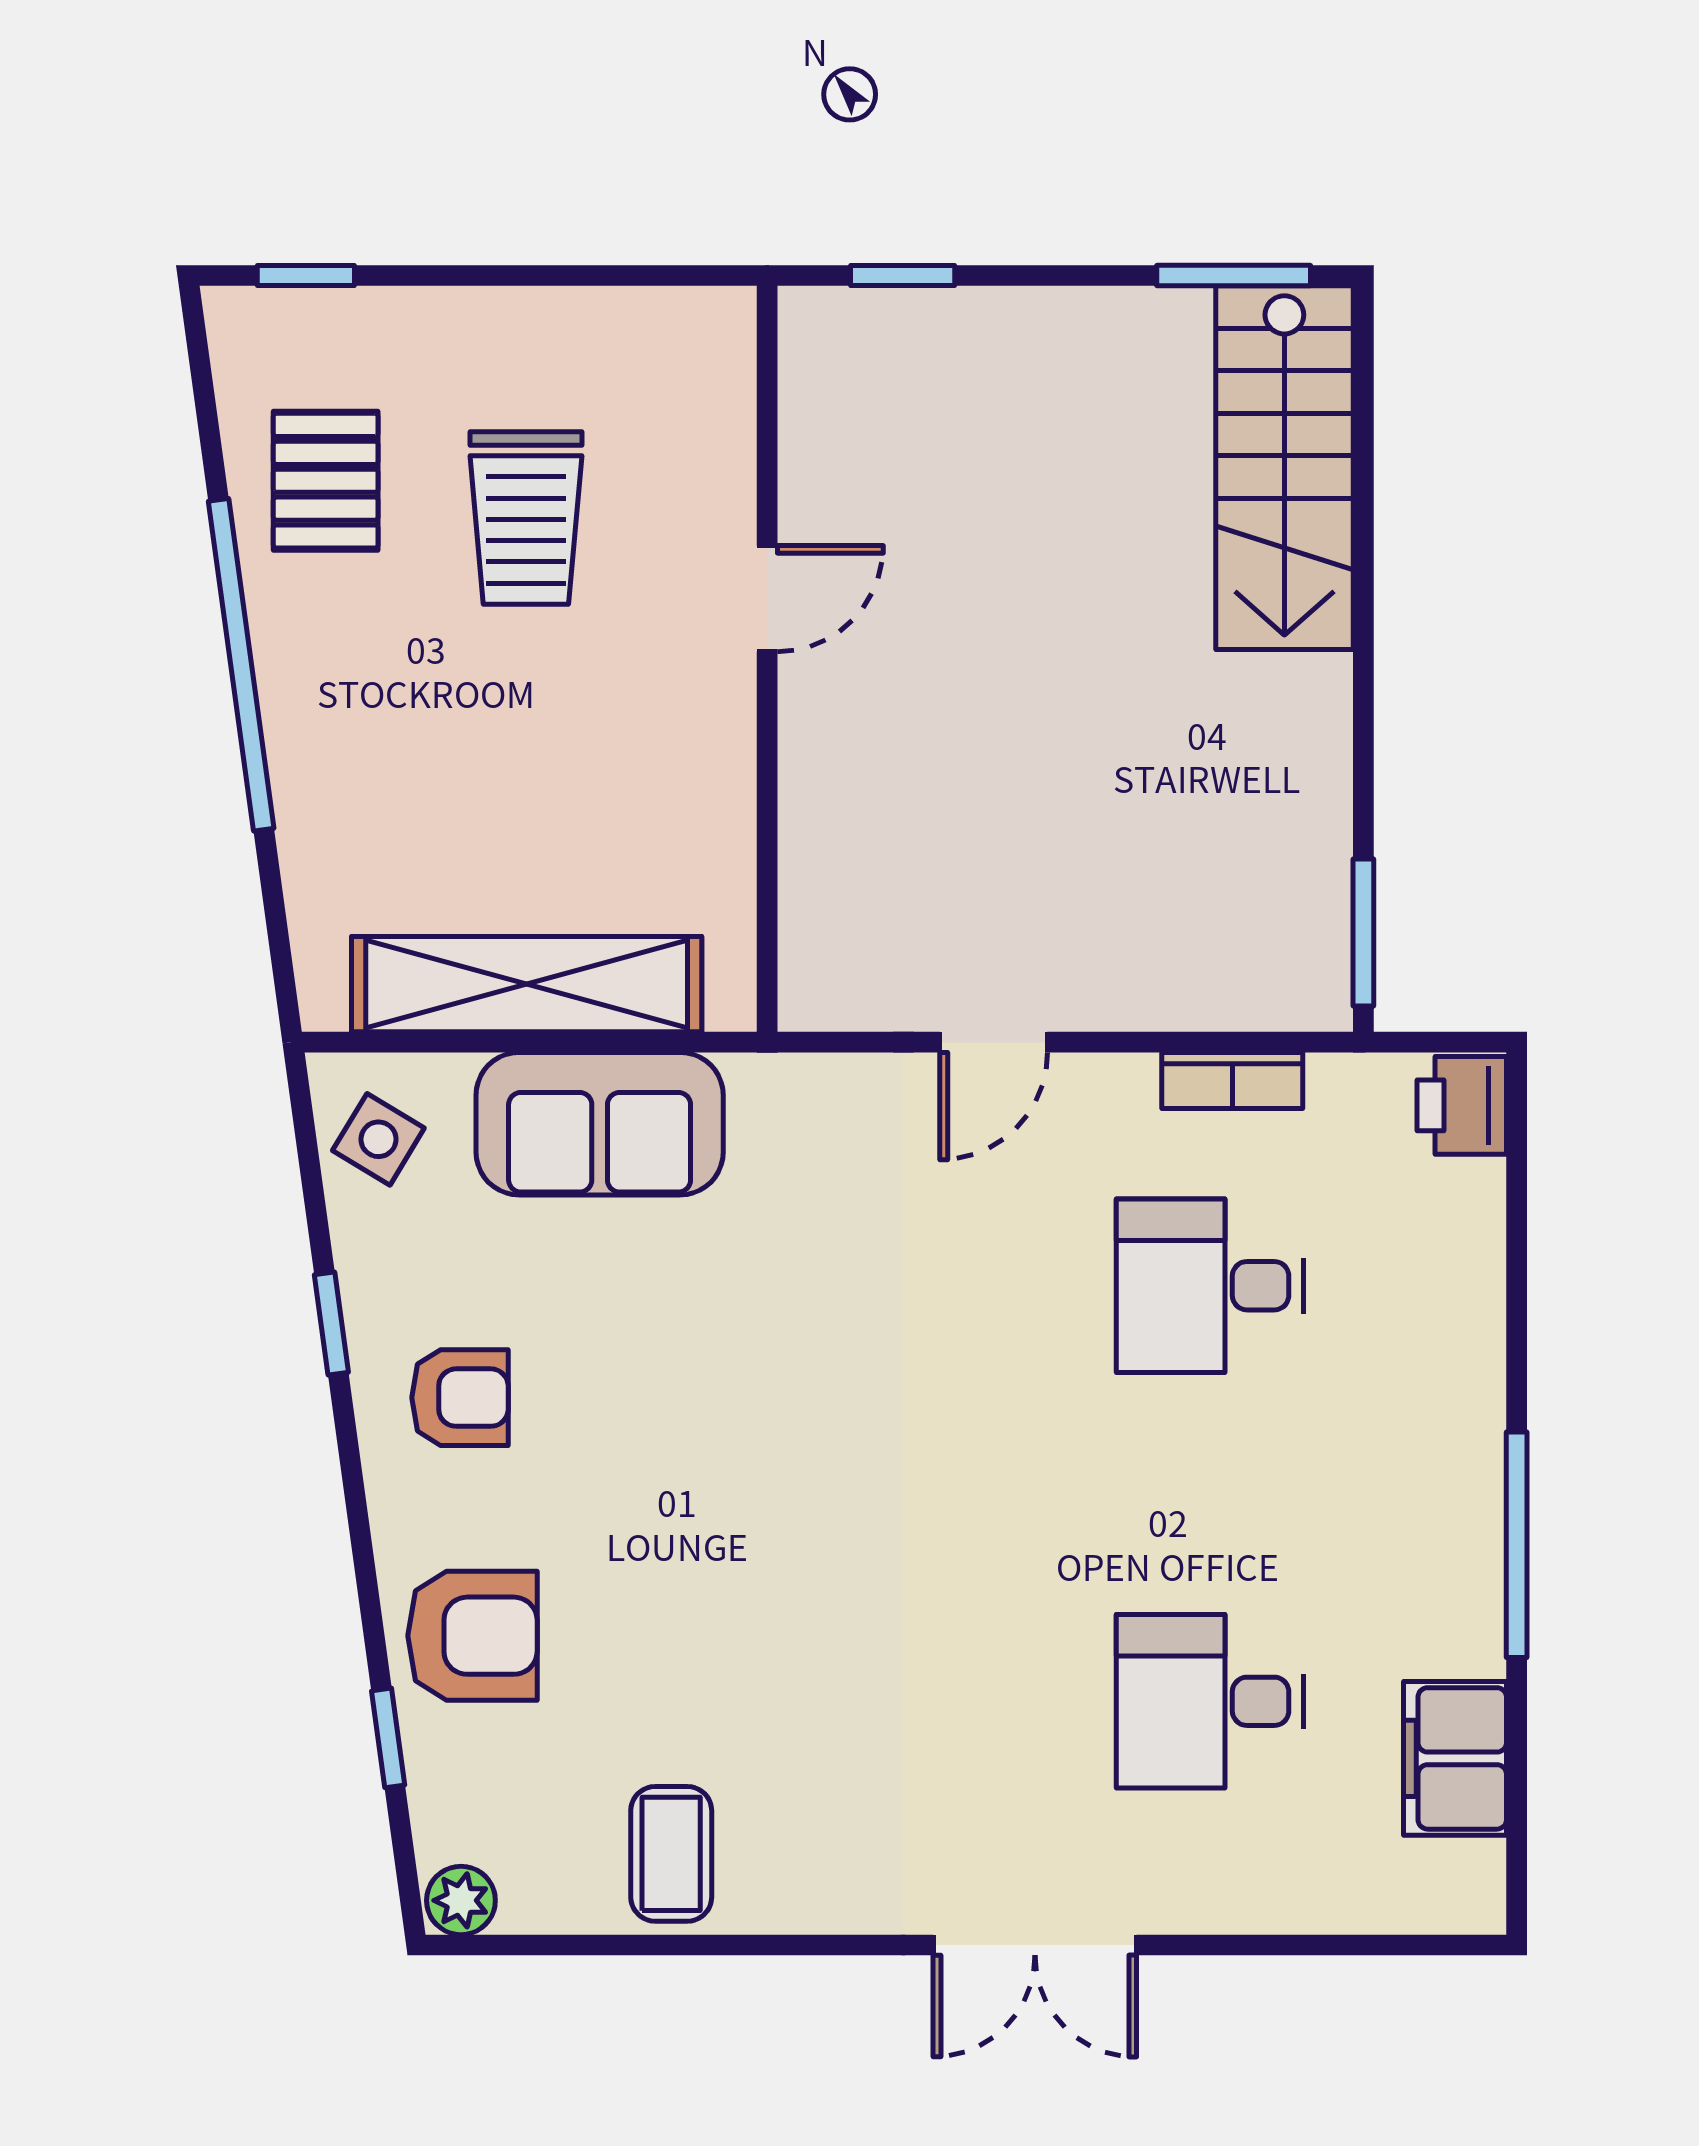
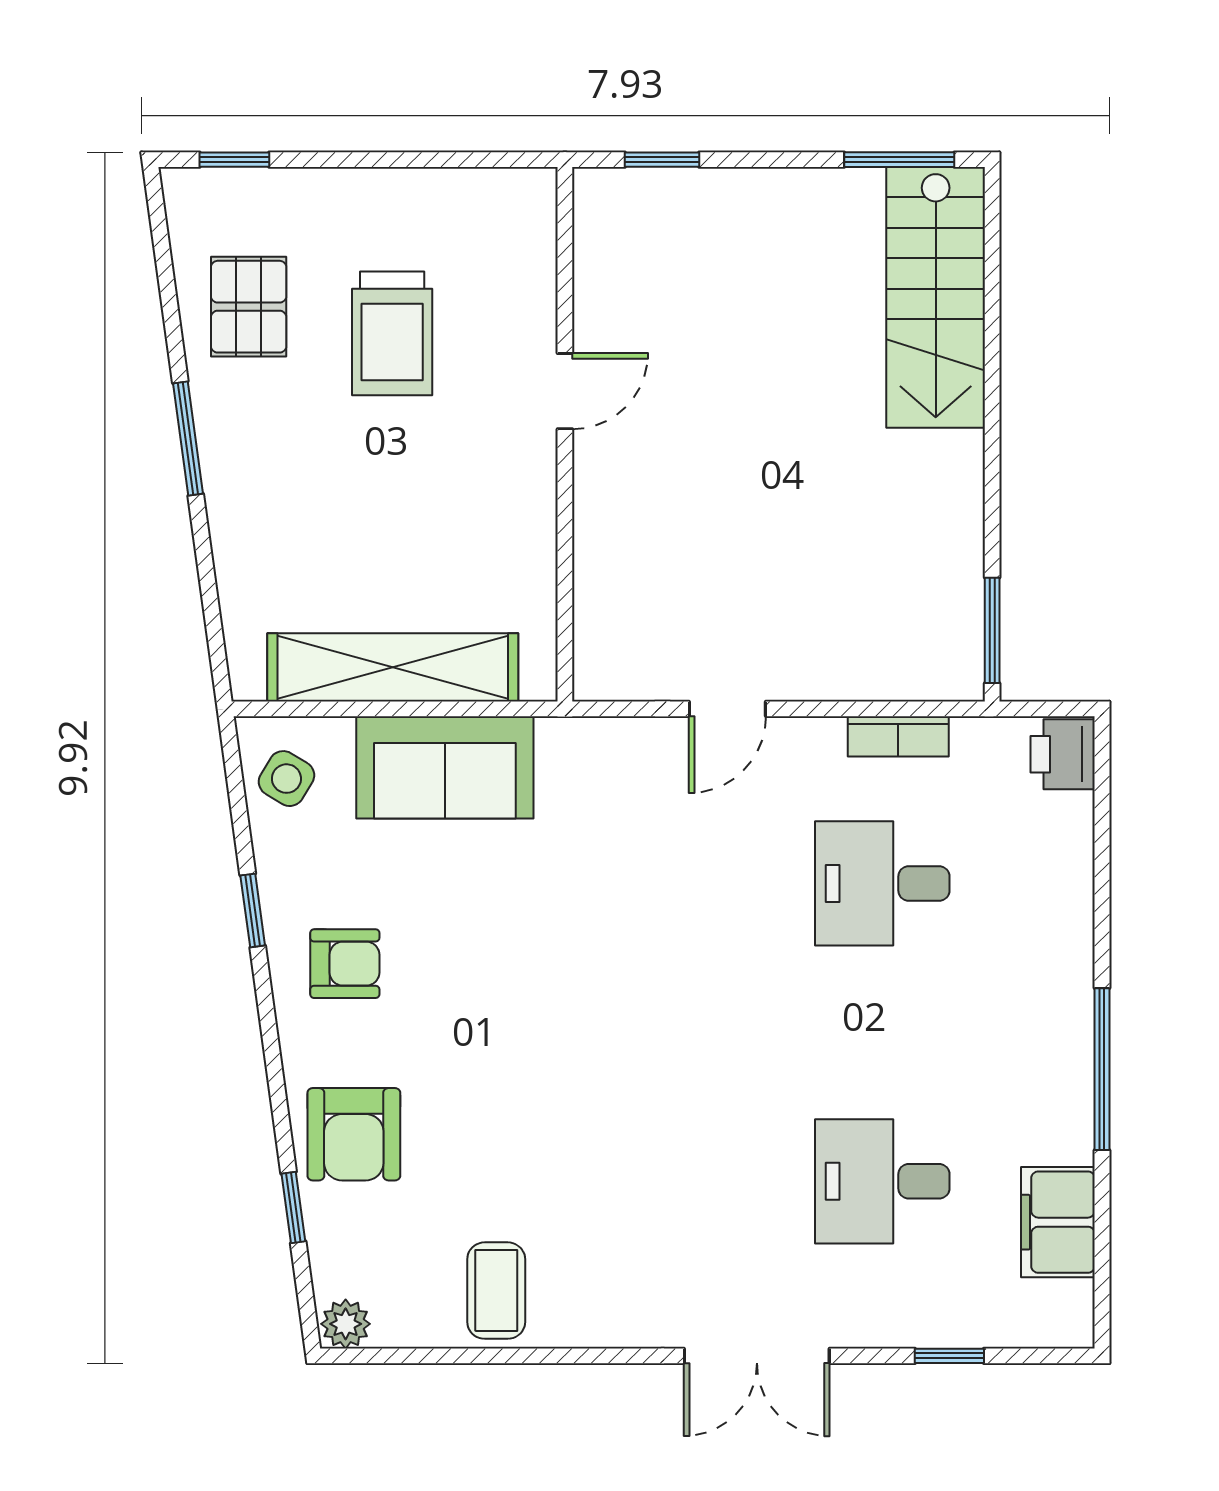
window: (241, 665) -> (188, 439), width x0.47
armchair: (472, 1636) -> (354, 1134), turned 90
window: (1304, 1945) -> (949, 1356), added

